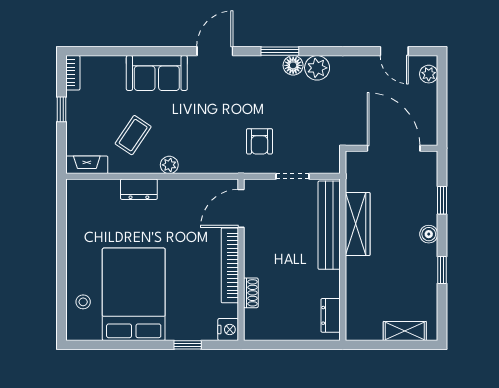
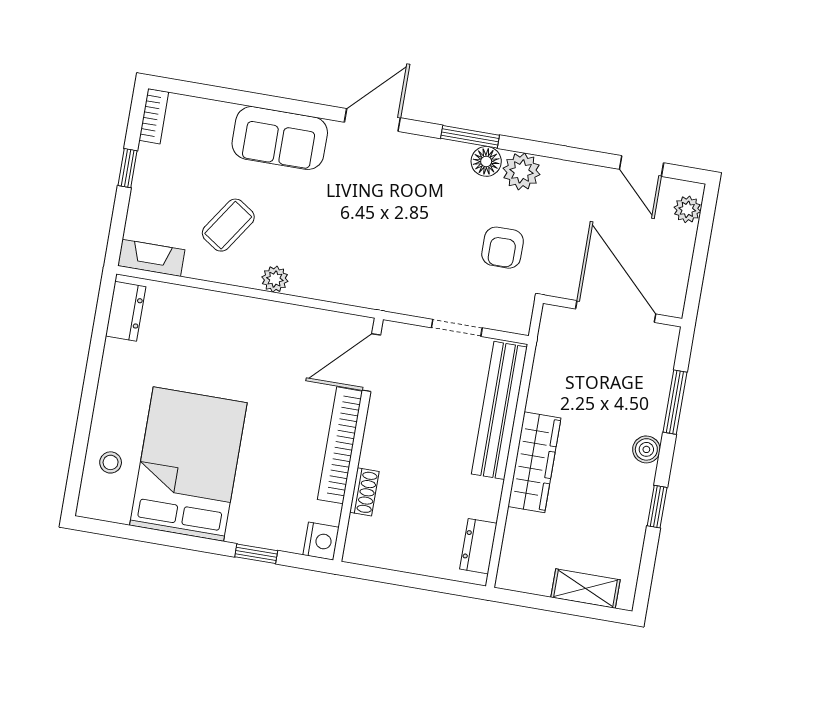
armchair: (260, 141) -> (503, 248), moved
dresser: (139, 189) -> (126, 311), moved, turned -90
window: (442, 200) -> (675, 402), width x1.50
wardrobe: (358, 224) -> (534, 462), moved

